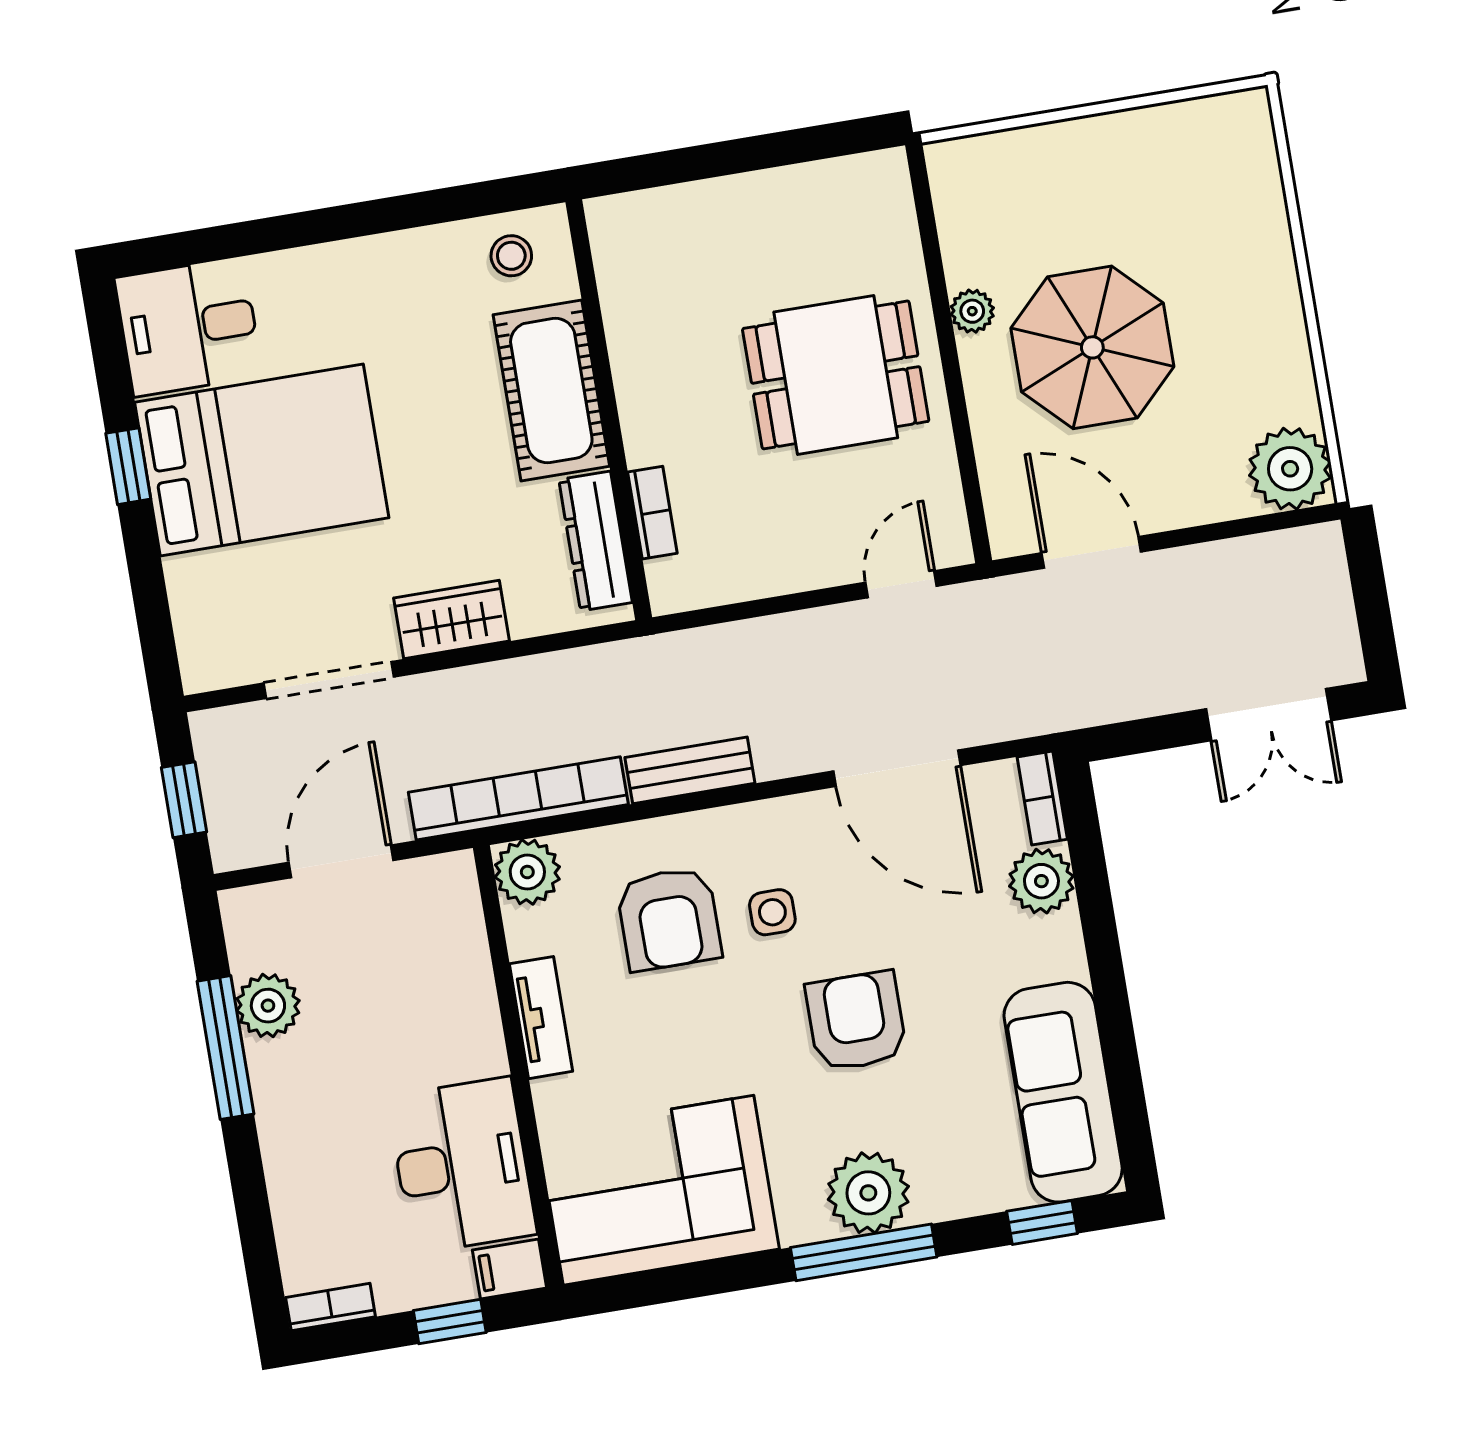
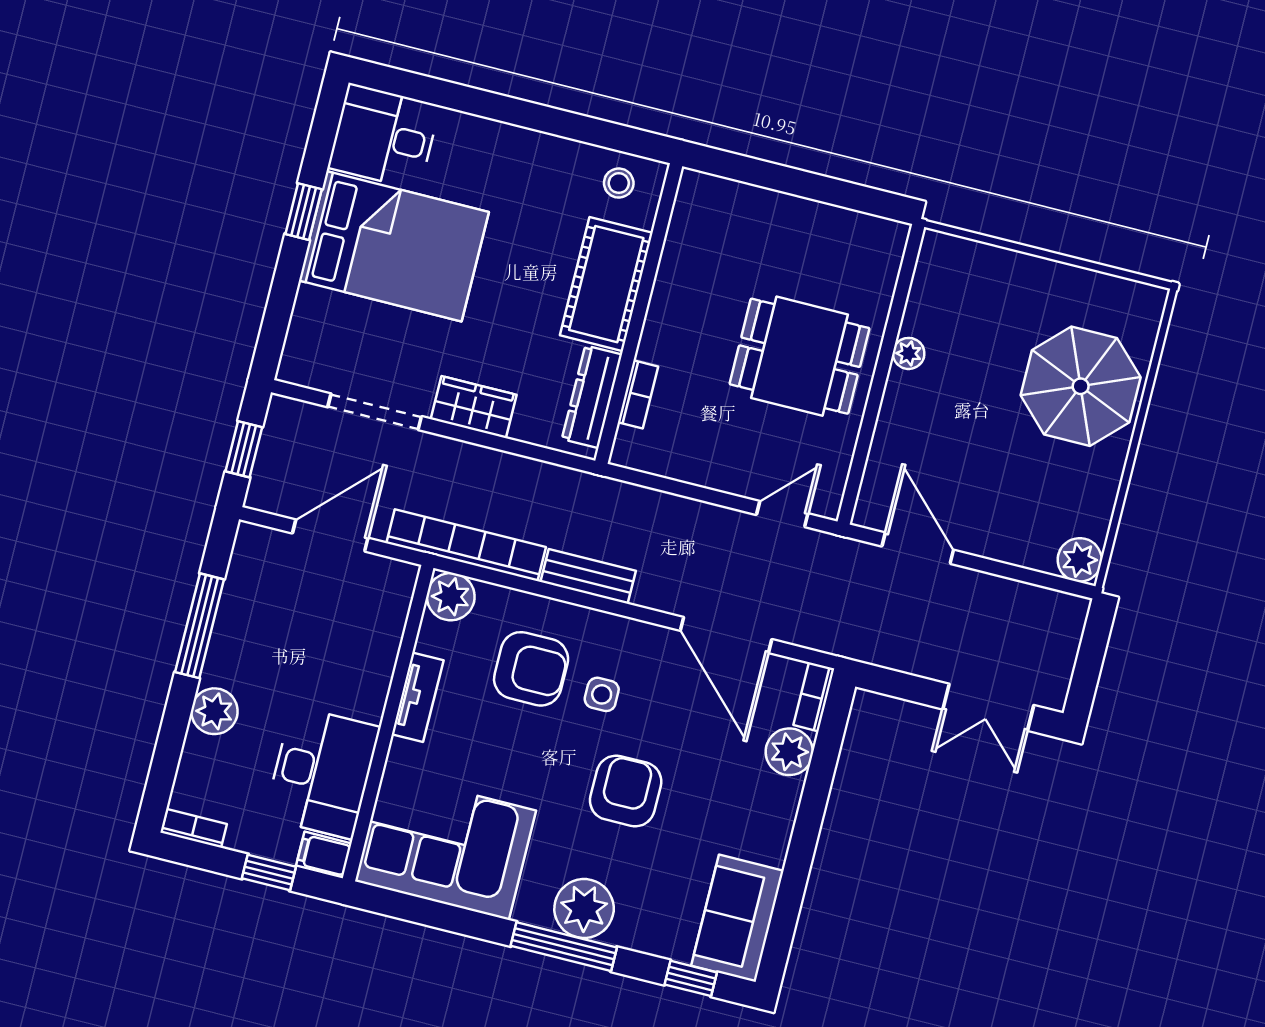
parasol: (1092, 347) -> (1081, 386), moved
plant: (1290, 469) -> (1080, 560), width x0.73, depth x0.73
armchair: (669, 919) -> (531, 669), turned -90
plant: (268, 1006) -> (214, 711), moved
sofa: (1063, 1092) -> (737, 918), width x0.73

